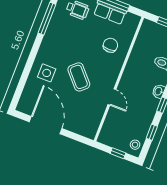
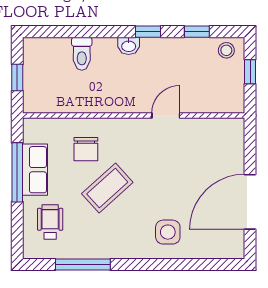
chair: (110, 45) -> (86, 149), turned -90
coffee table: (79, 77) -> (107, 188), moved

